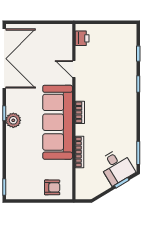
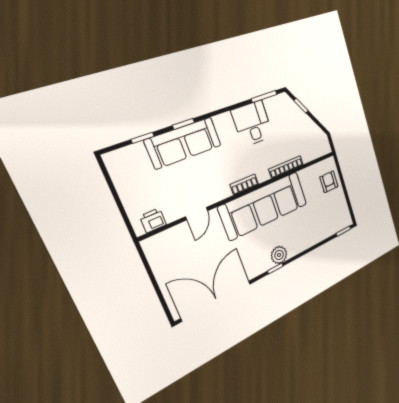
sofa: (126, 79) -> (184, 143), added
desk: (117, 167) -> (252, 124), moved, turned -59

